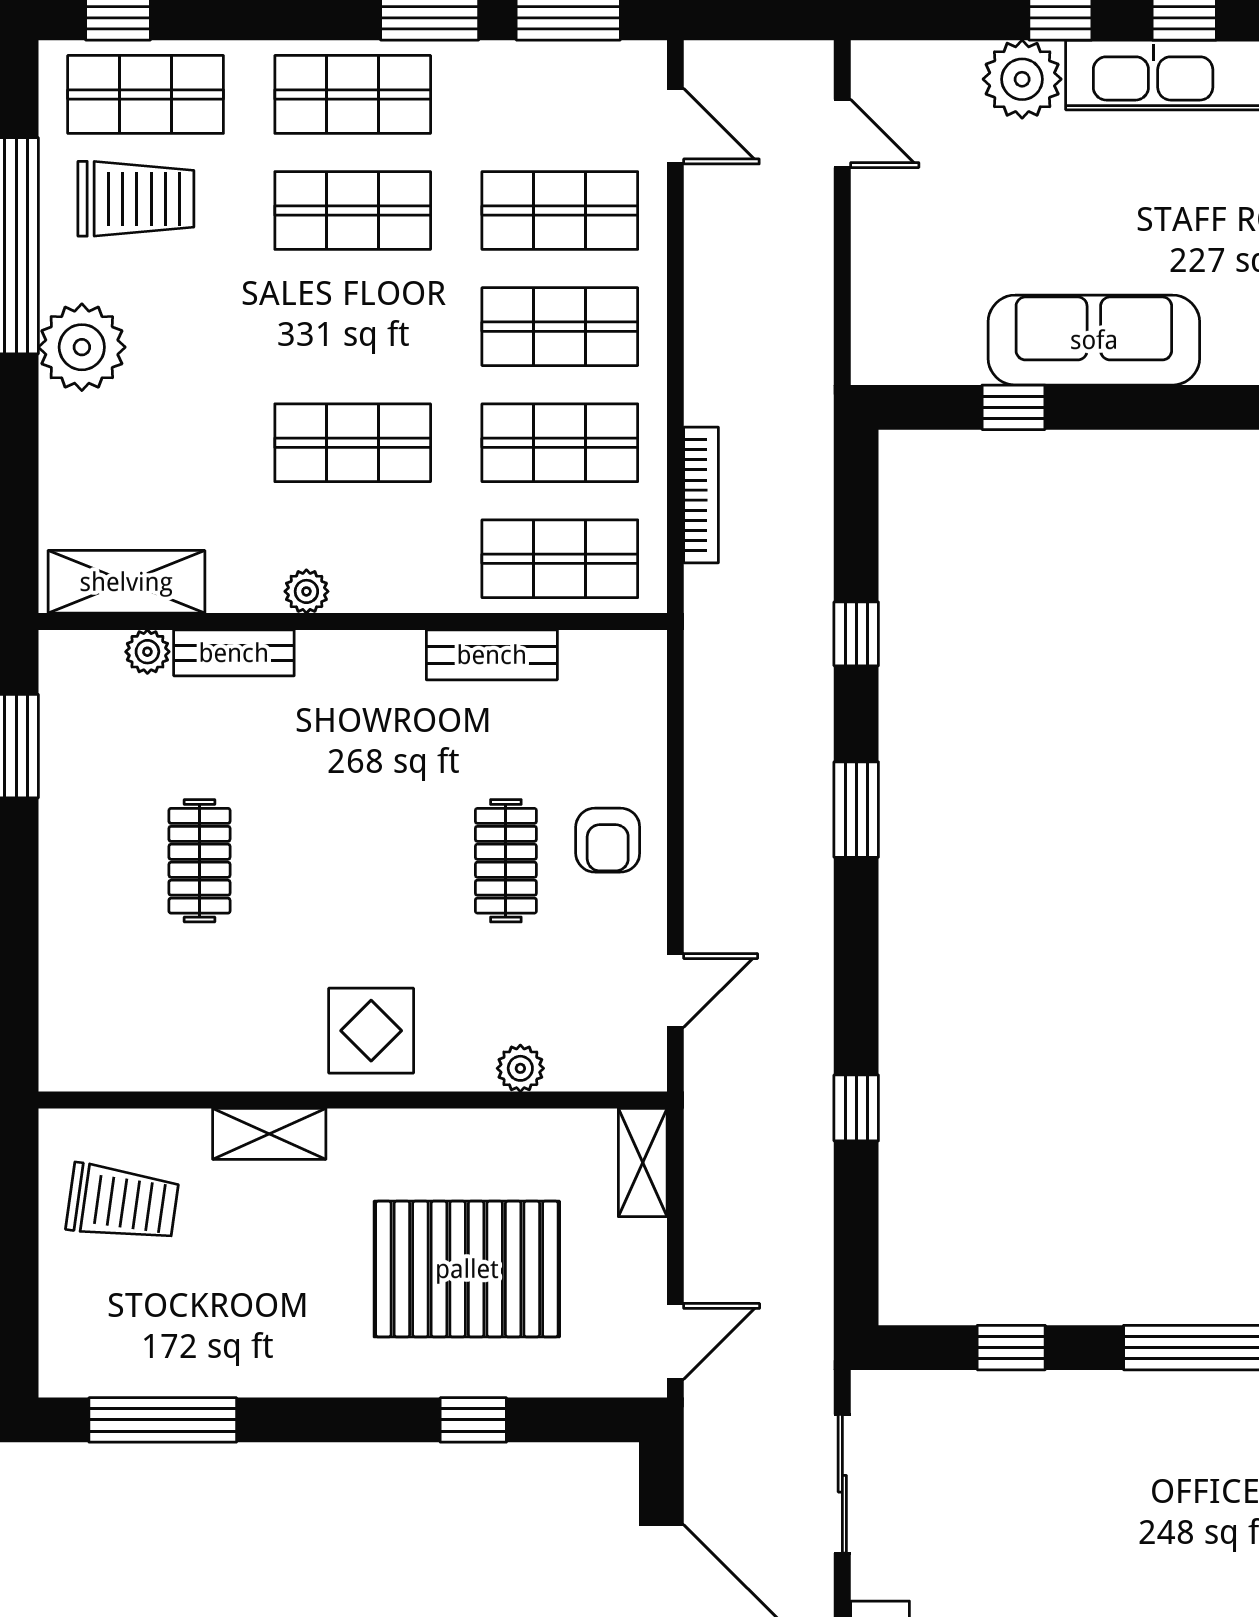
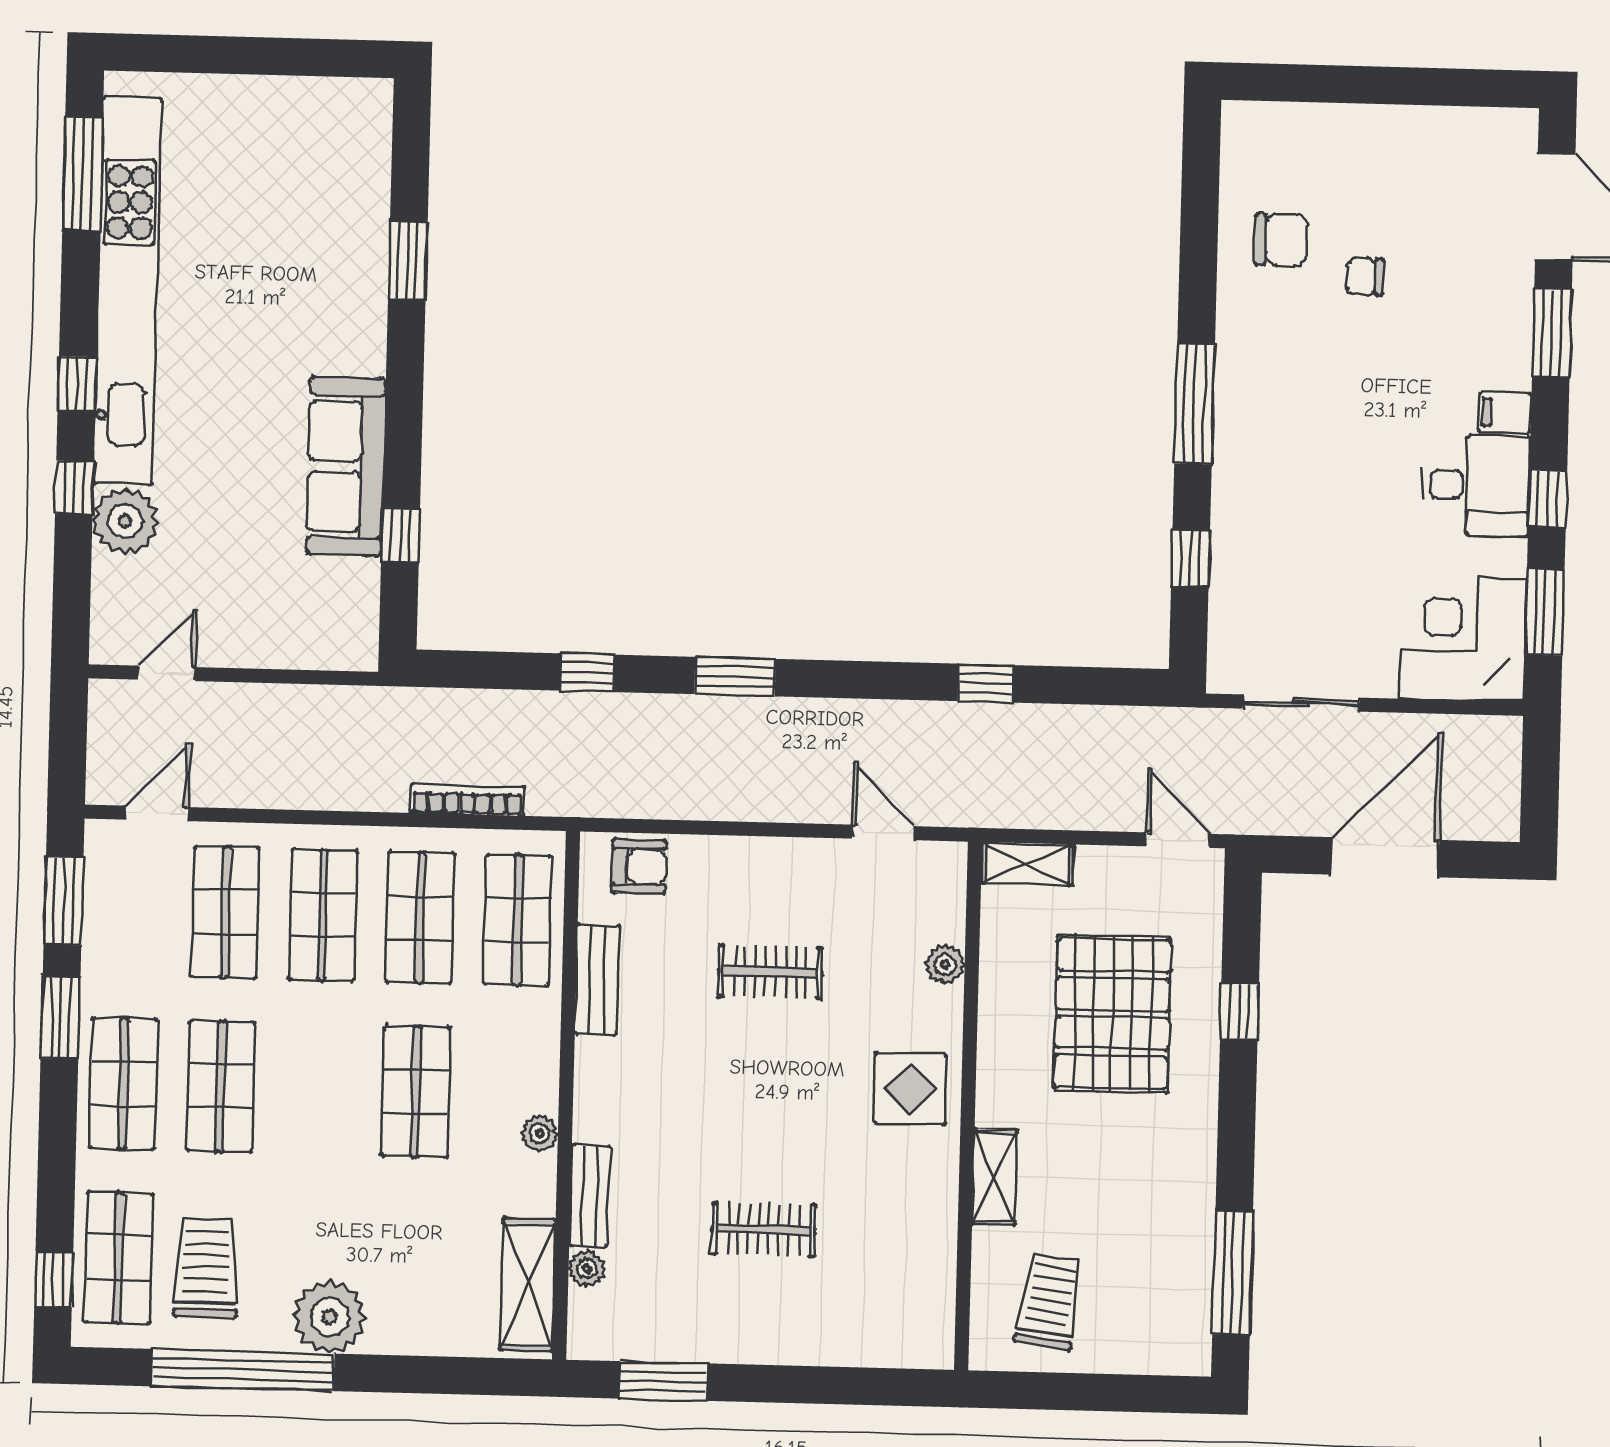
armchair: (608, 840) -> (639, 867), moved

